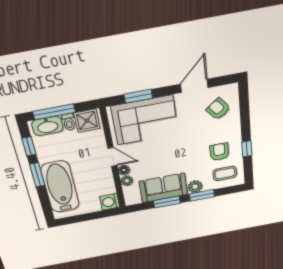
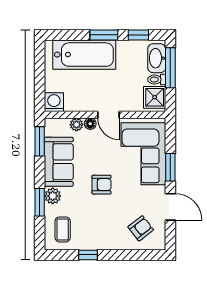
window: (138, 96) -> (170, 167), moved
armchair: (219, 152) -> (101, 185), moved
door: (112, 157) -> (108, 115), hinge flipped
window: (167, 202) -> (40, 141), moved

